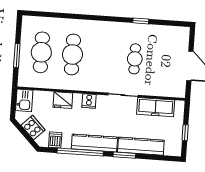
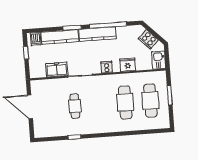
freezer: (156, 107) -> (57, 69), width x0.71
dishwasher: (55, 140) -> (36, 39), moved

